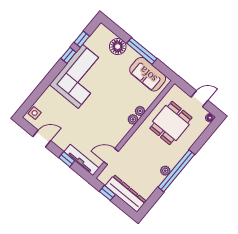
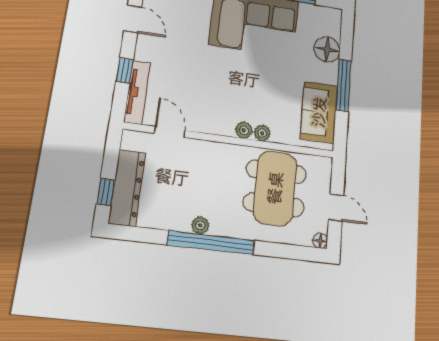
dining table: (171, 123) -> (275, 188), width x1.38
window: (107, 193) -> (106, 192), moved

